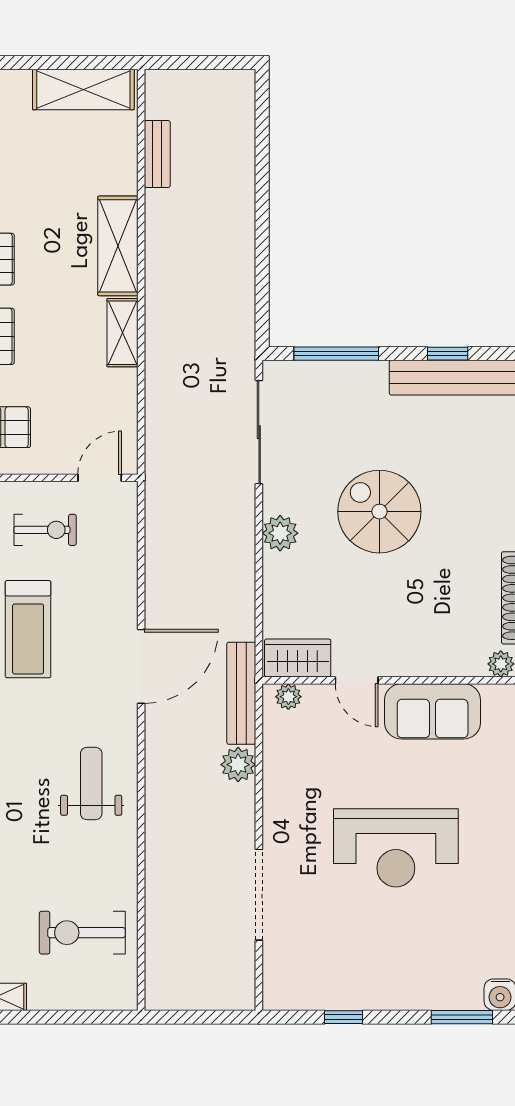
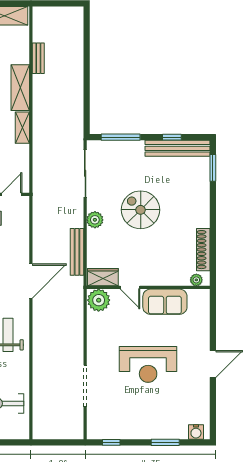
bench: (157, 154) -> (38, 58), moved
bench: (241, 693) -> (77, 252), moved
plant: (288, 697) -> (99, 300), width x1.88, depth x1.88
plant: (238, 765) -> (76, 326), removed
window: (344, 1017) -> (111, 442), moved
window: (462, 1017) -> (165, 442), moved

